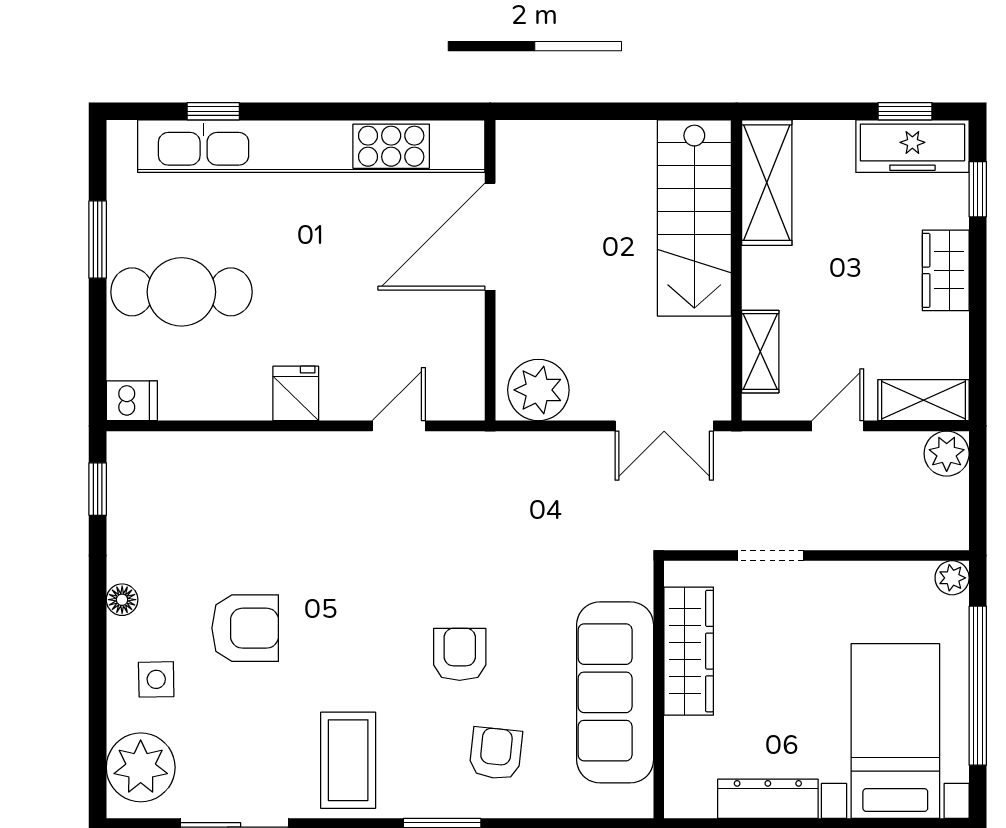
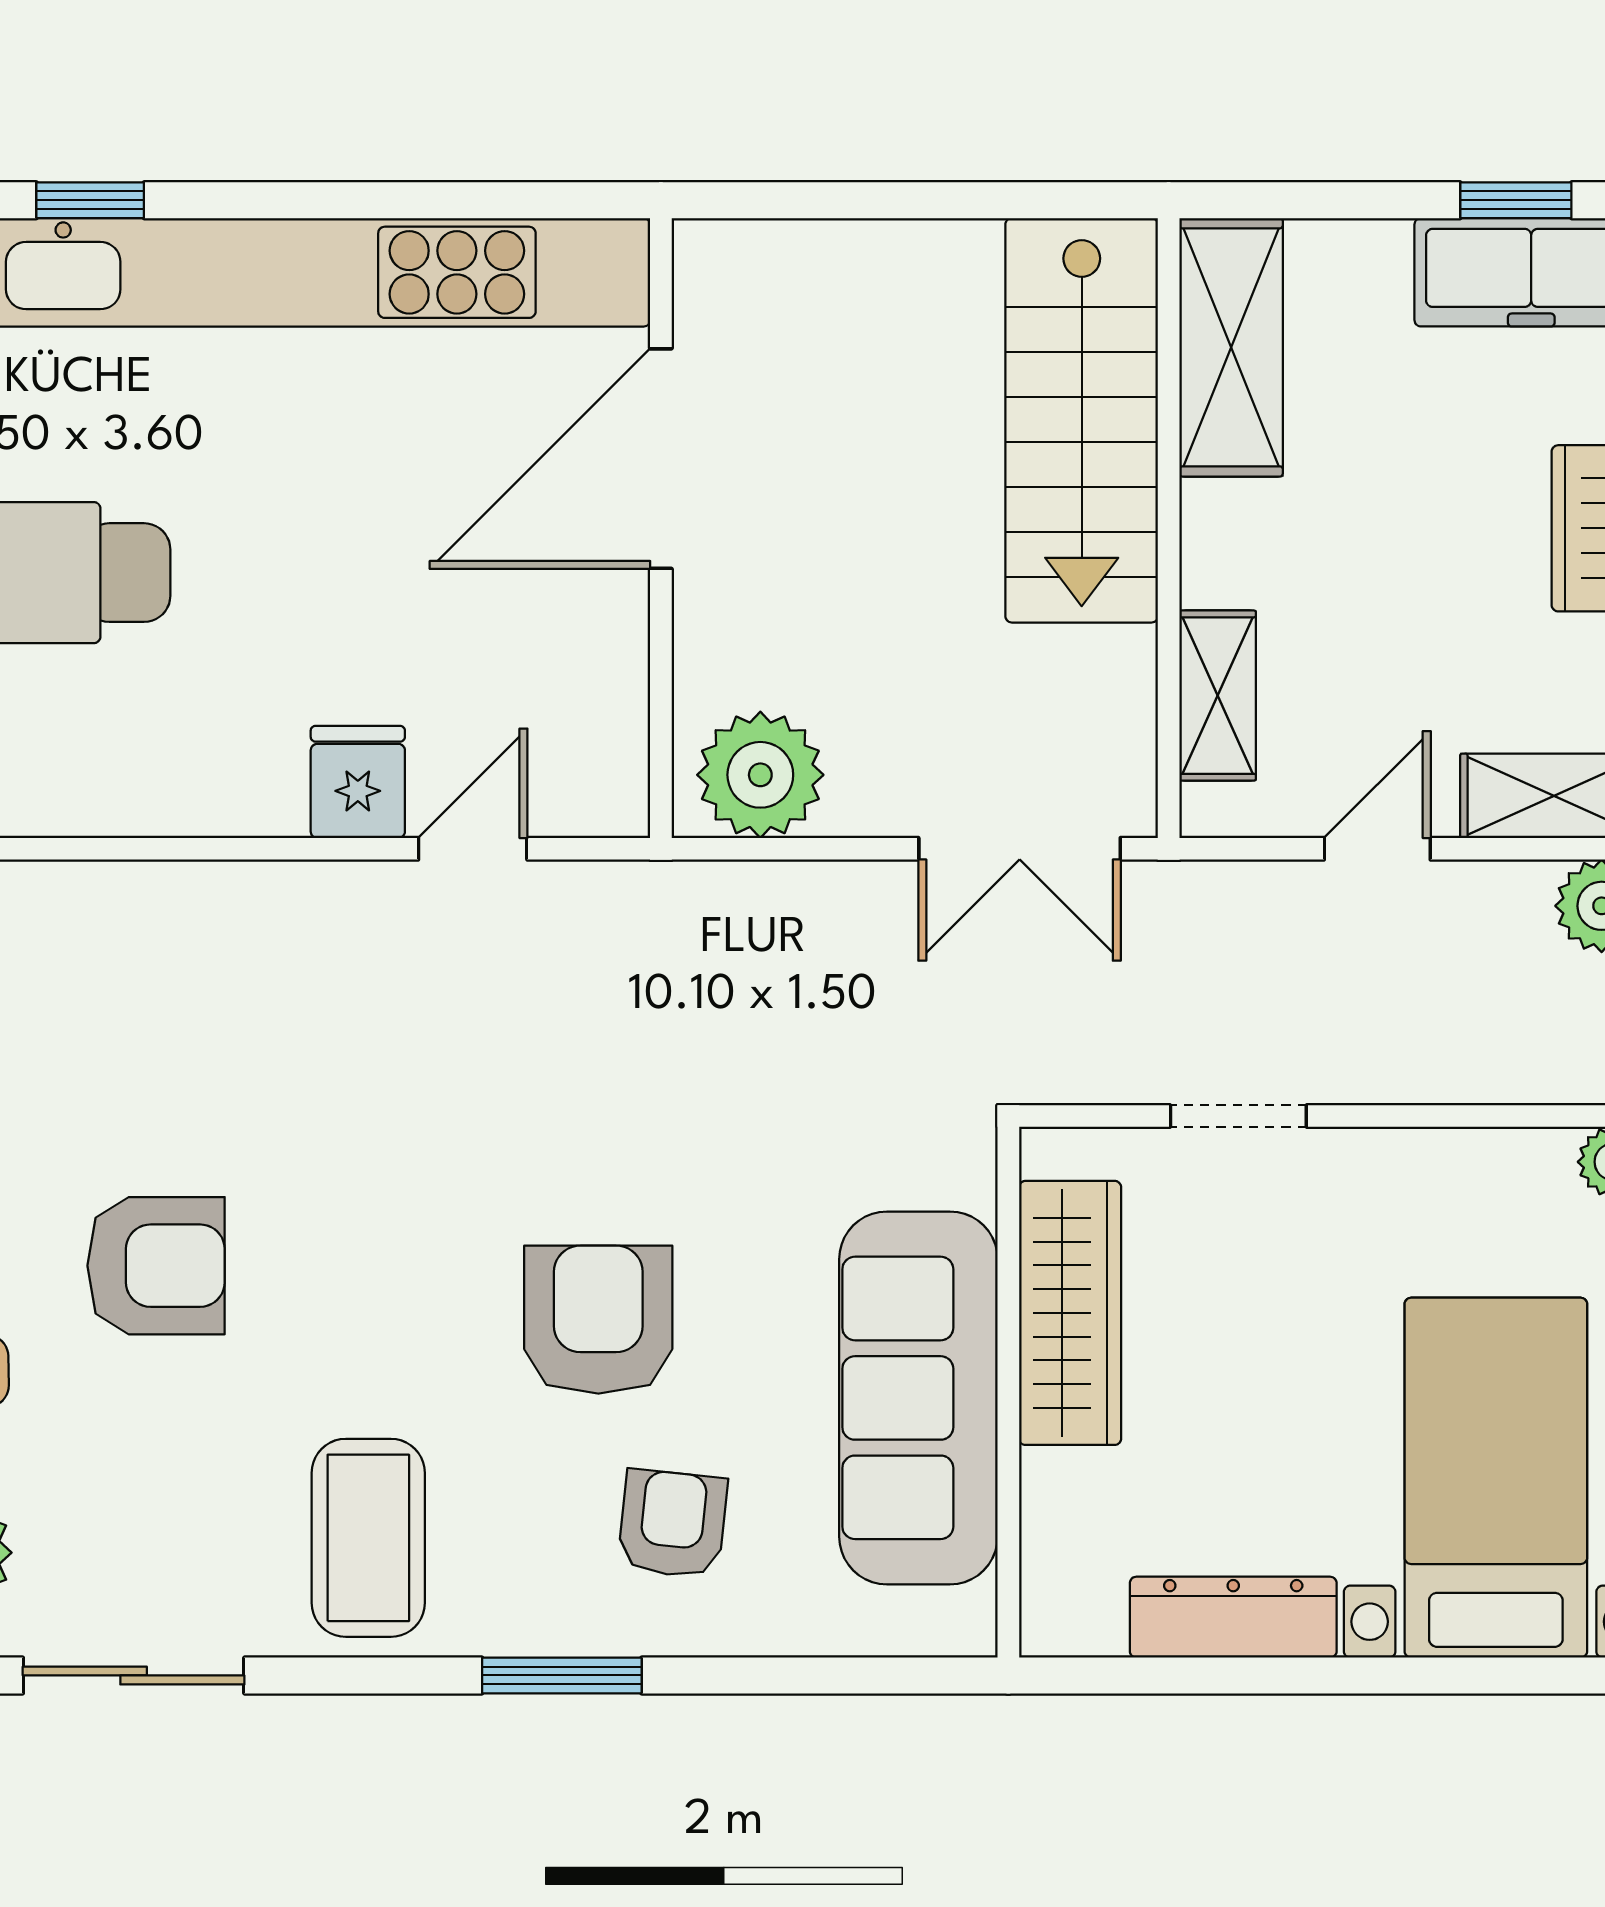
fridge: (296, 393) -> (358, 782), moved
armchair: (460, 654) -> (598, 1320), width x1.38, depth x1.38

